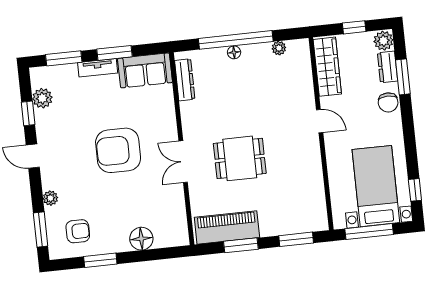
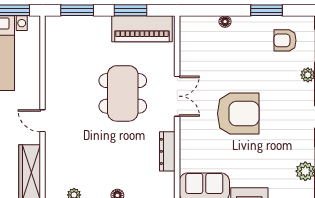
dresser: (185, 80) -> (167, 151), moved
dining table: (240, 158) -> (123, 93), width x1.38
floor lamp: (141, 239) -> (225, 22), width x0.53, depth x0.53

